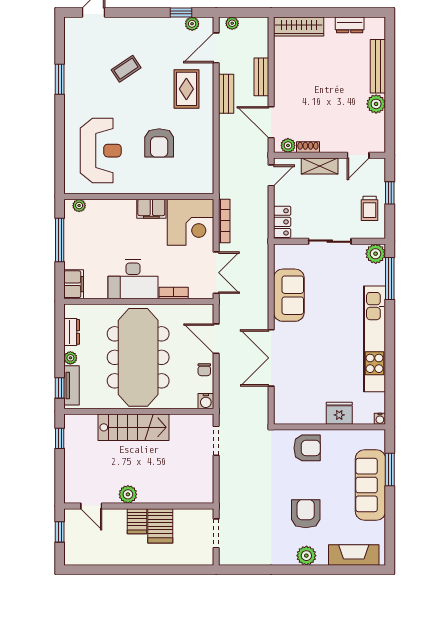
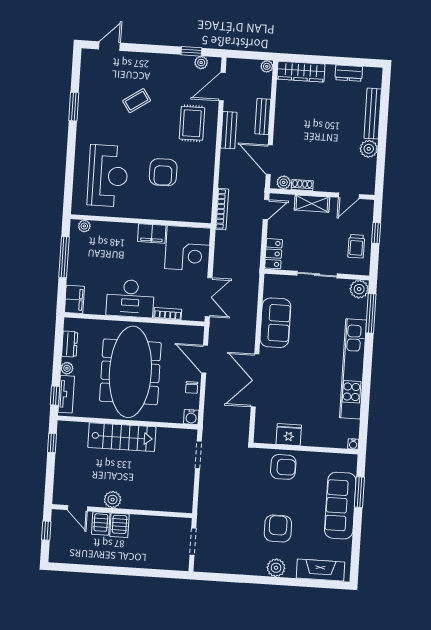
plant: (232, 23) -> (267, 66), moved
bookcase: (224, 221) -> (222, 209), moved
fridge: (339, 413) -> (289, 435), moved
server rack: (160, 526) -> (101, 524), moved, width x0.73, depth x0.70

